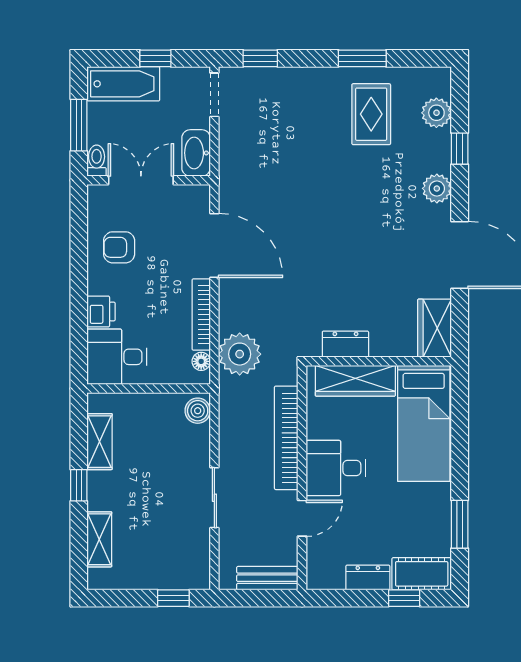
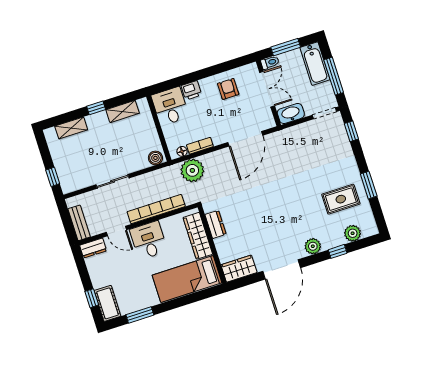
window: (155, 58) -> (334, 76), width x2.17
bookcase: (201, 314) -> (200, 146), width x0.64
dresser: (368, 578) -> (93, 248), moved, turned 90

